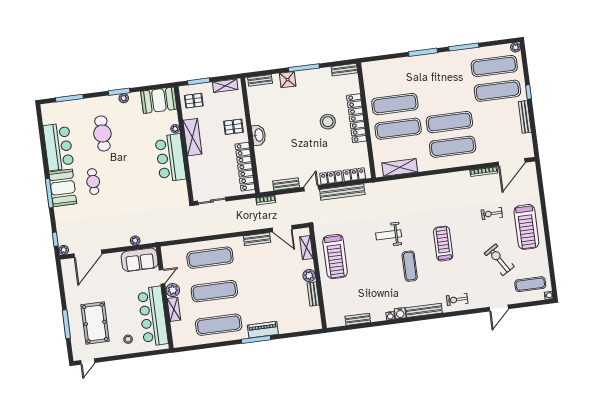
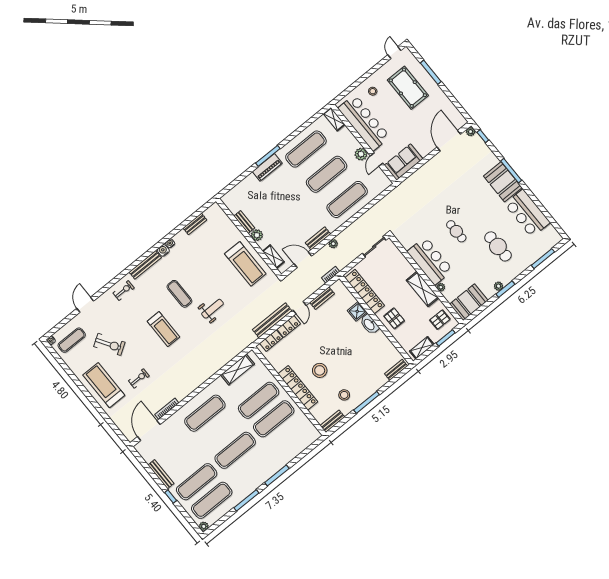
shower: (288, 80) -> (357, 311), moved
stool: (320, 87) -> (344, 395), added
exercise mat: (449, 122) -> (235, 450), moved
pallet: (233, 127) -> (394, 318), turned 90
cafe table: (93, 182) -> (456, 231), moved
plant: (135, 241) -> (333, 244), moved
treadmill: (335, 256) -> (245, 264), turned 180
shelving: (174, 309) -> (334, 119), moved

